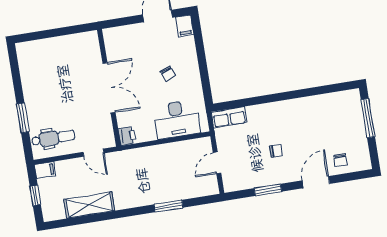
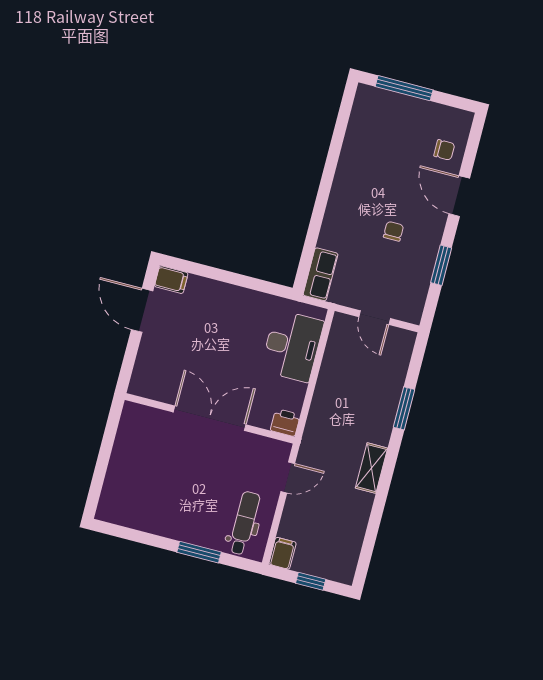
chair: (168, 74) -> (226, 331), removed
shelving: (89, 205) -> (371, 468), moved, width x0.67, depth x0.75

